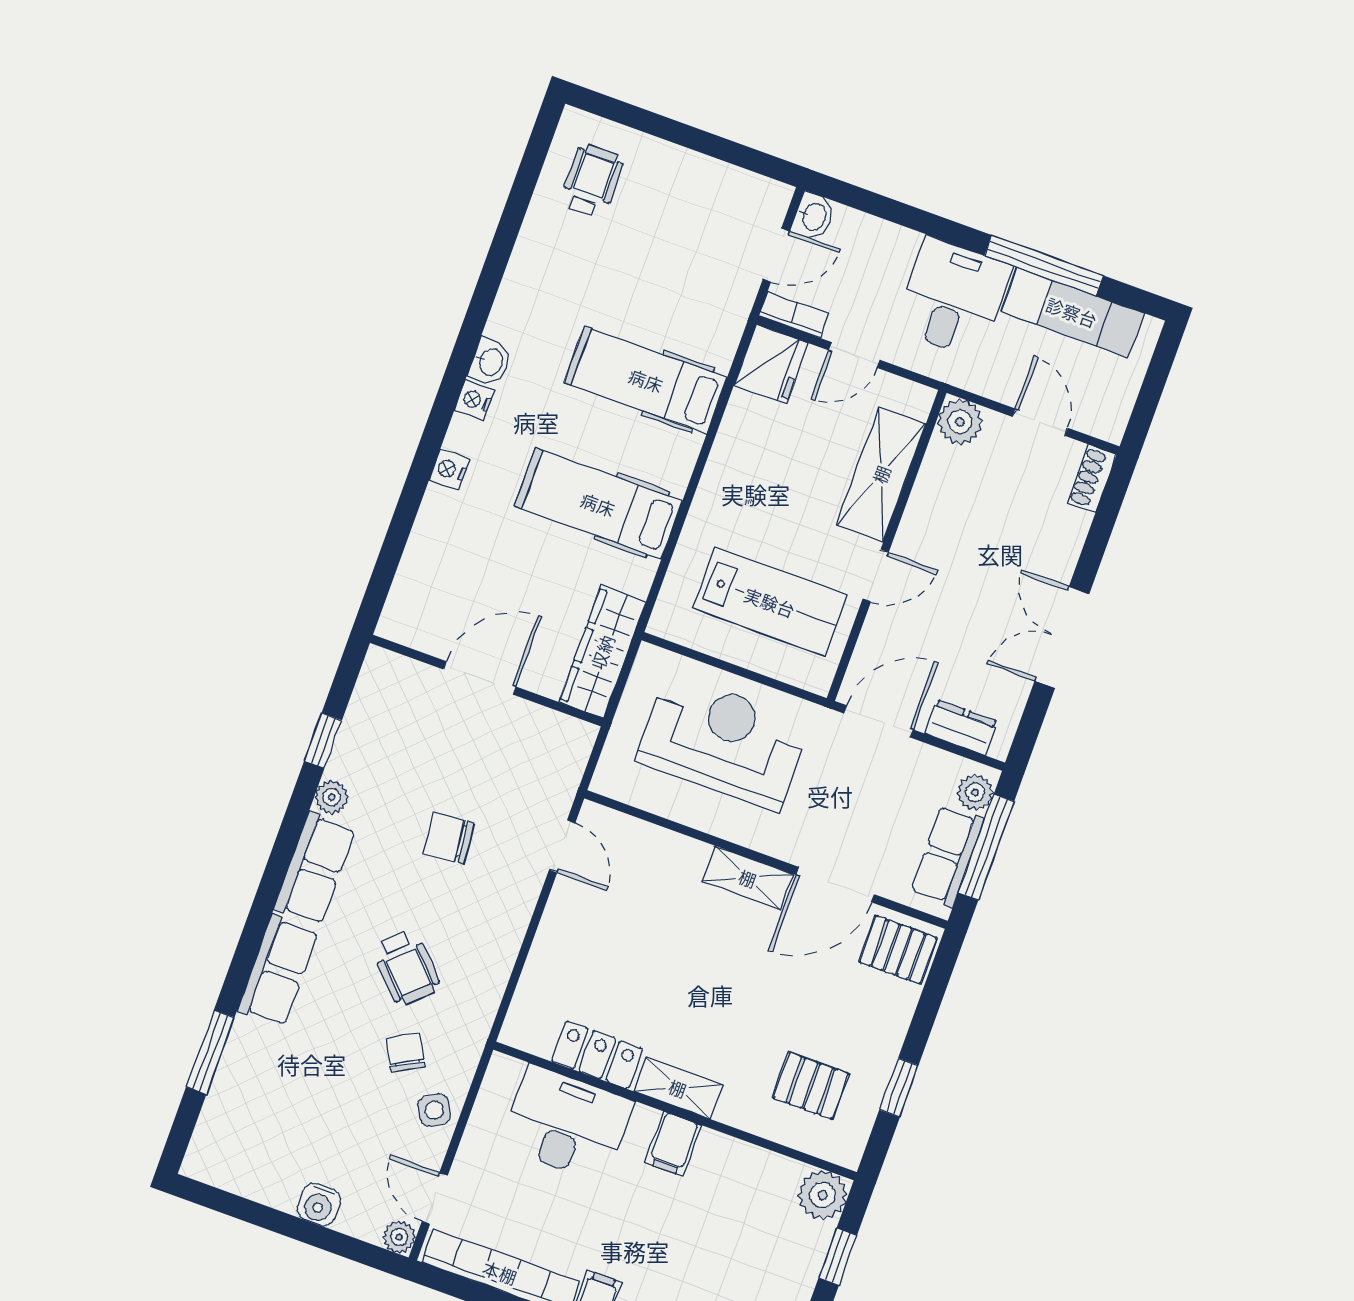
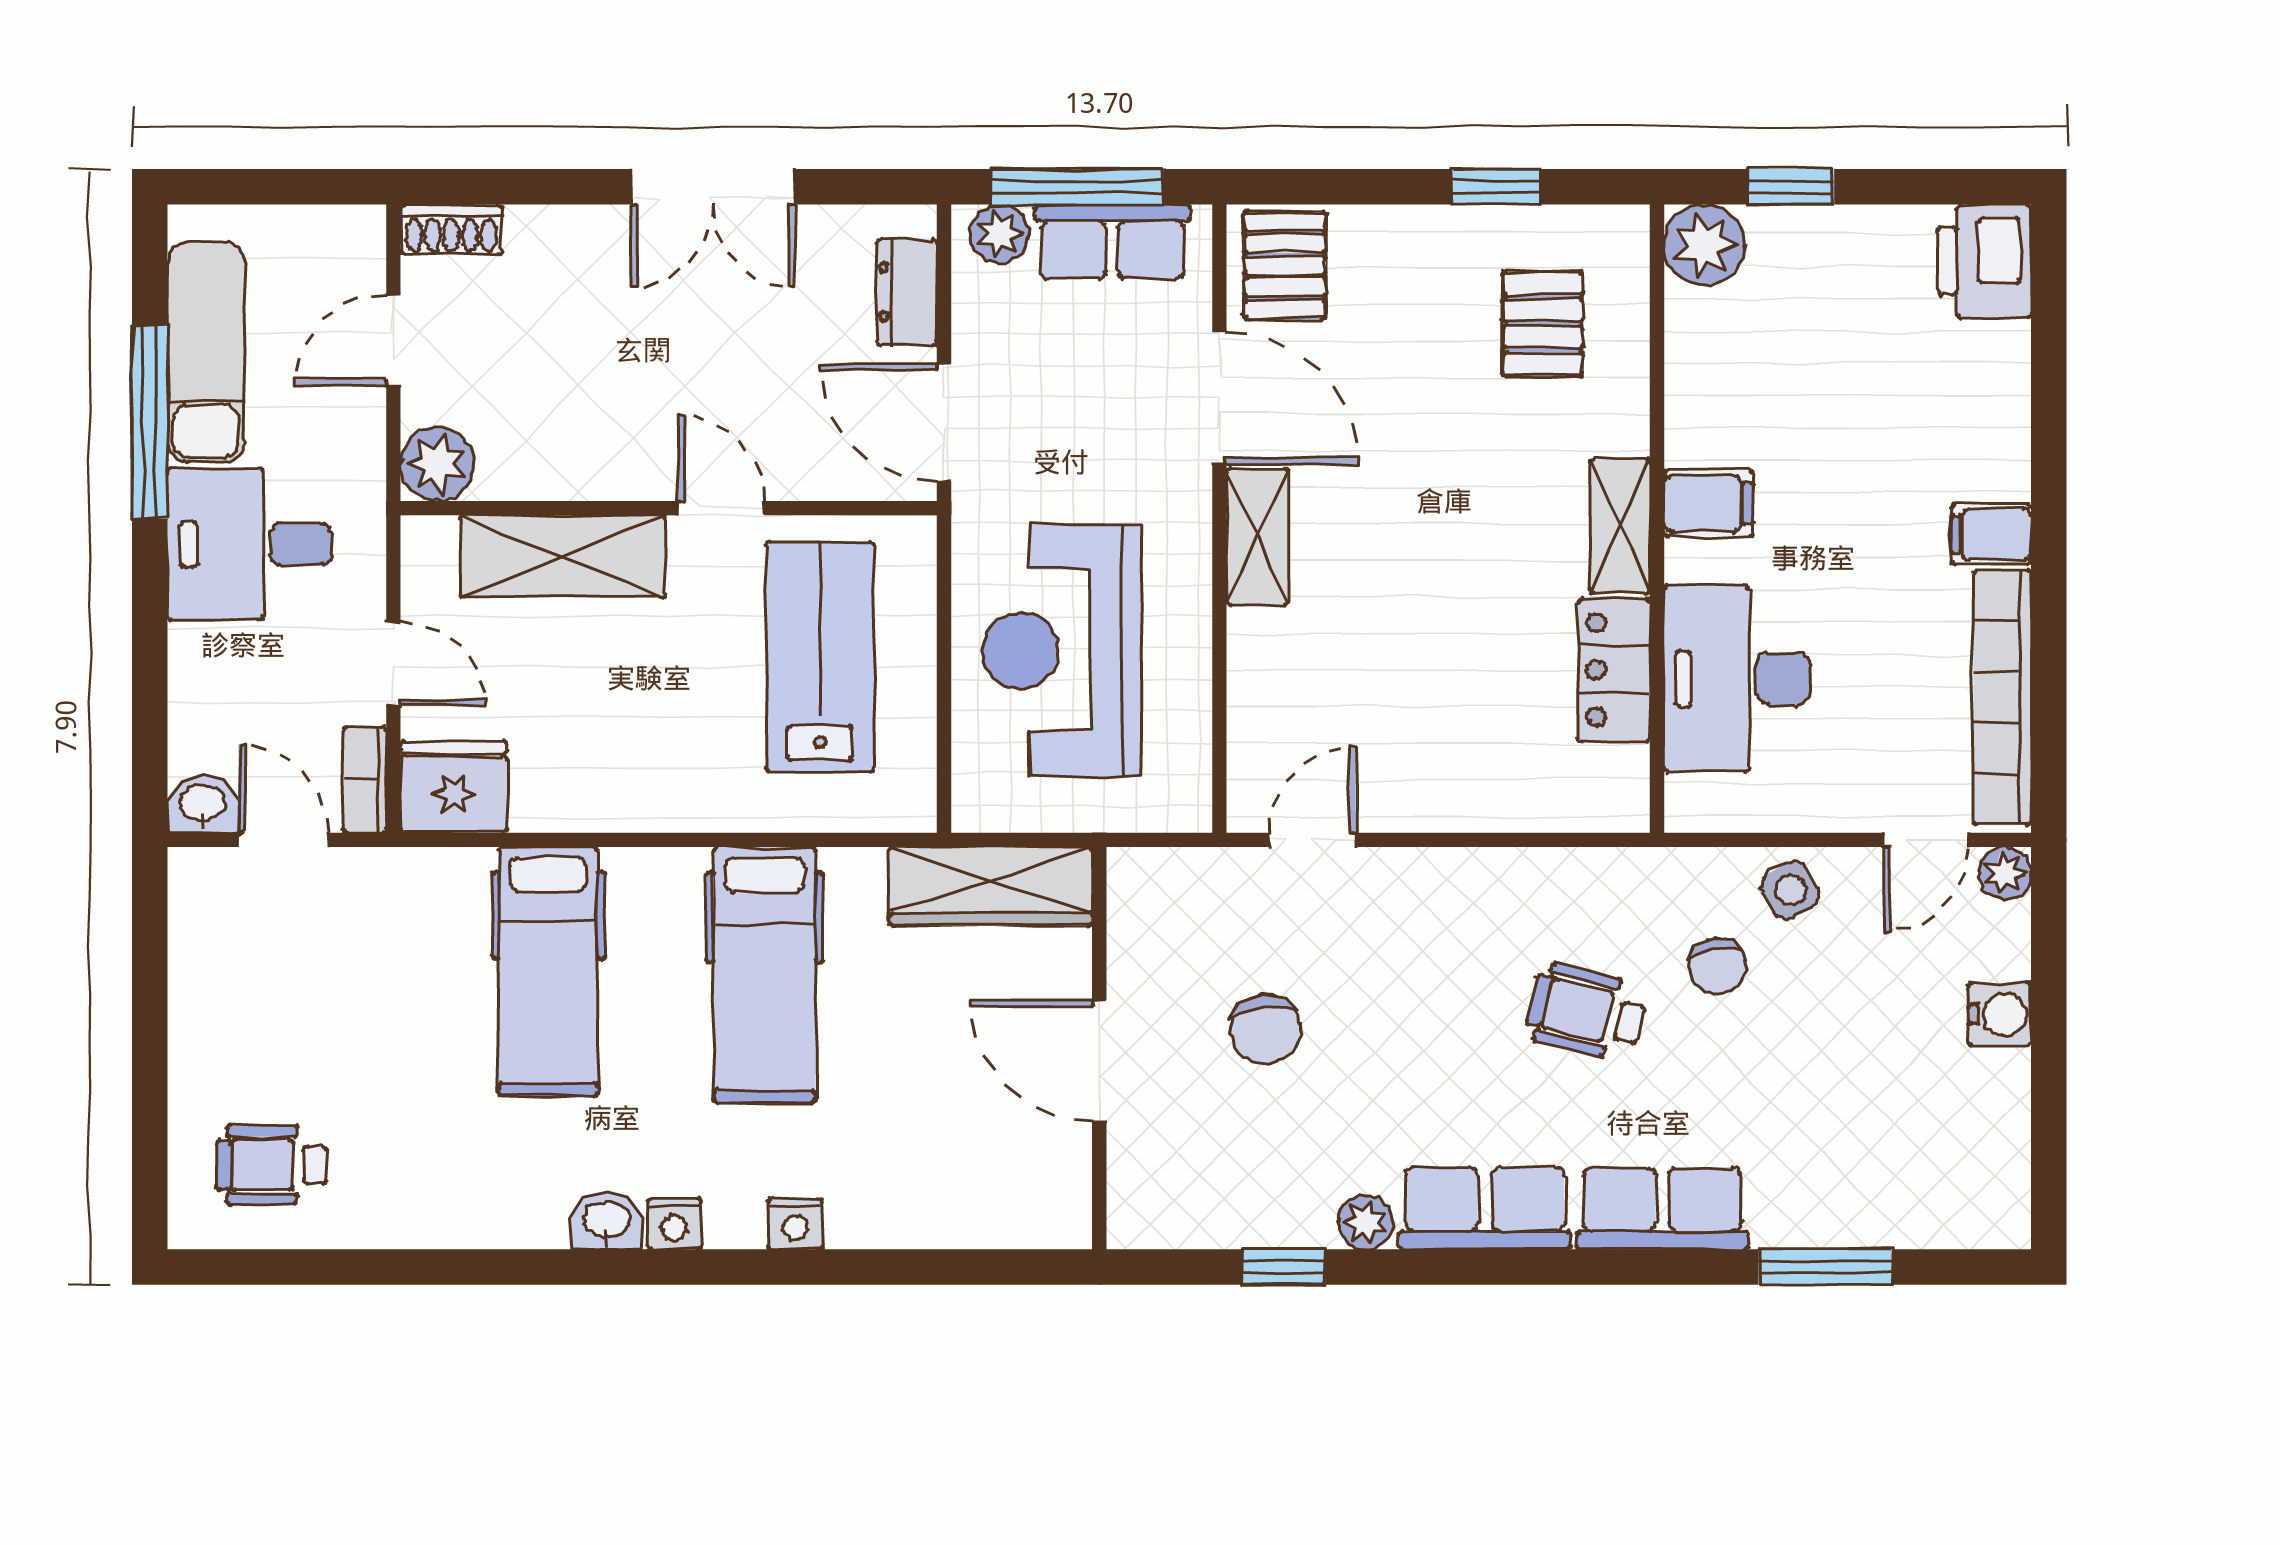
chair: (449, 838) -> (1265, 1029), moved
wheelchair: (406, 968) -> (1586, 1012), turned -122
chair: (406, 1053) -> (1718, 966), turned -72

